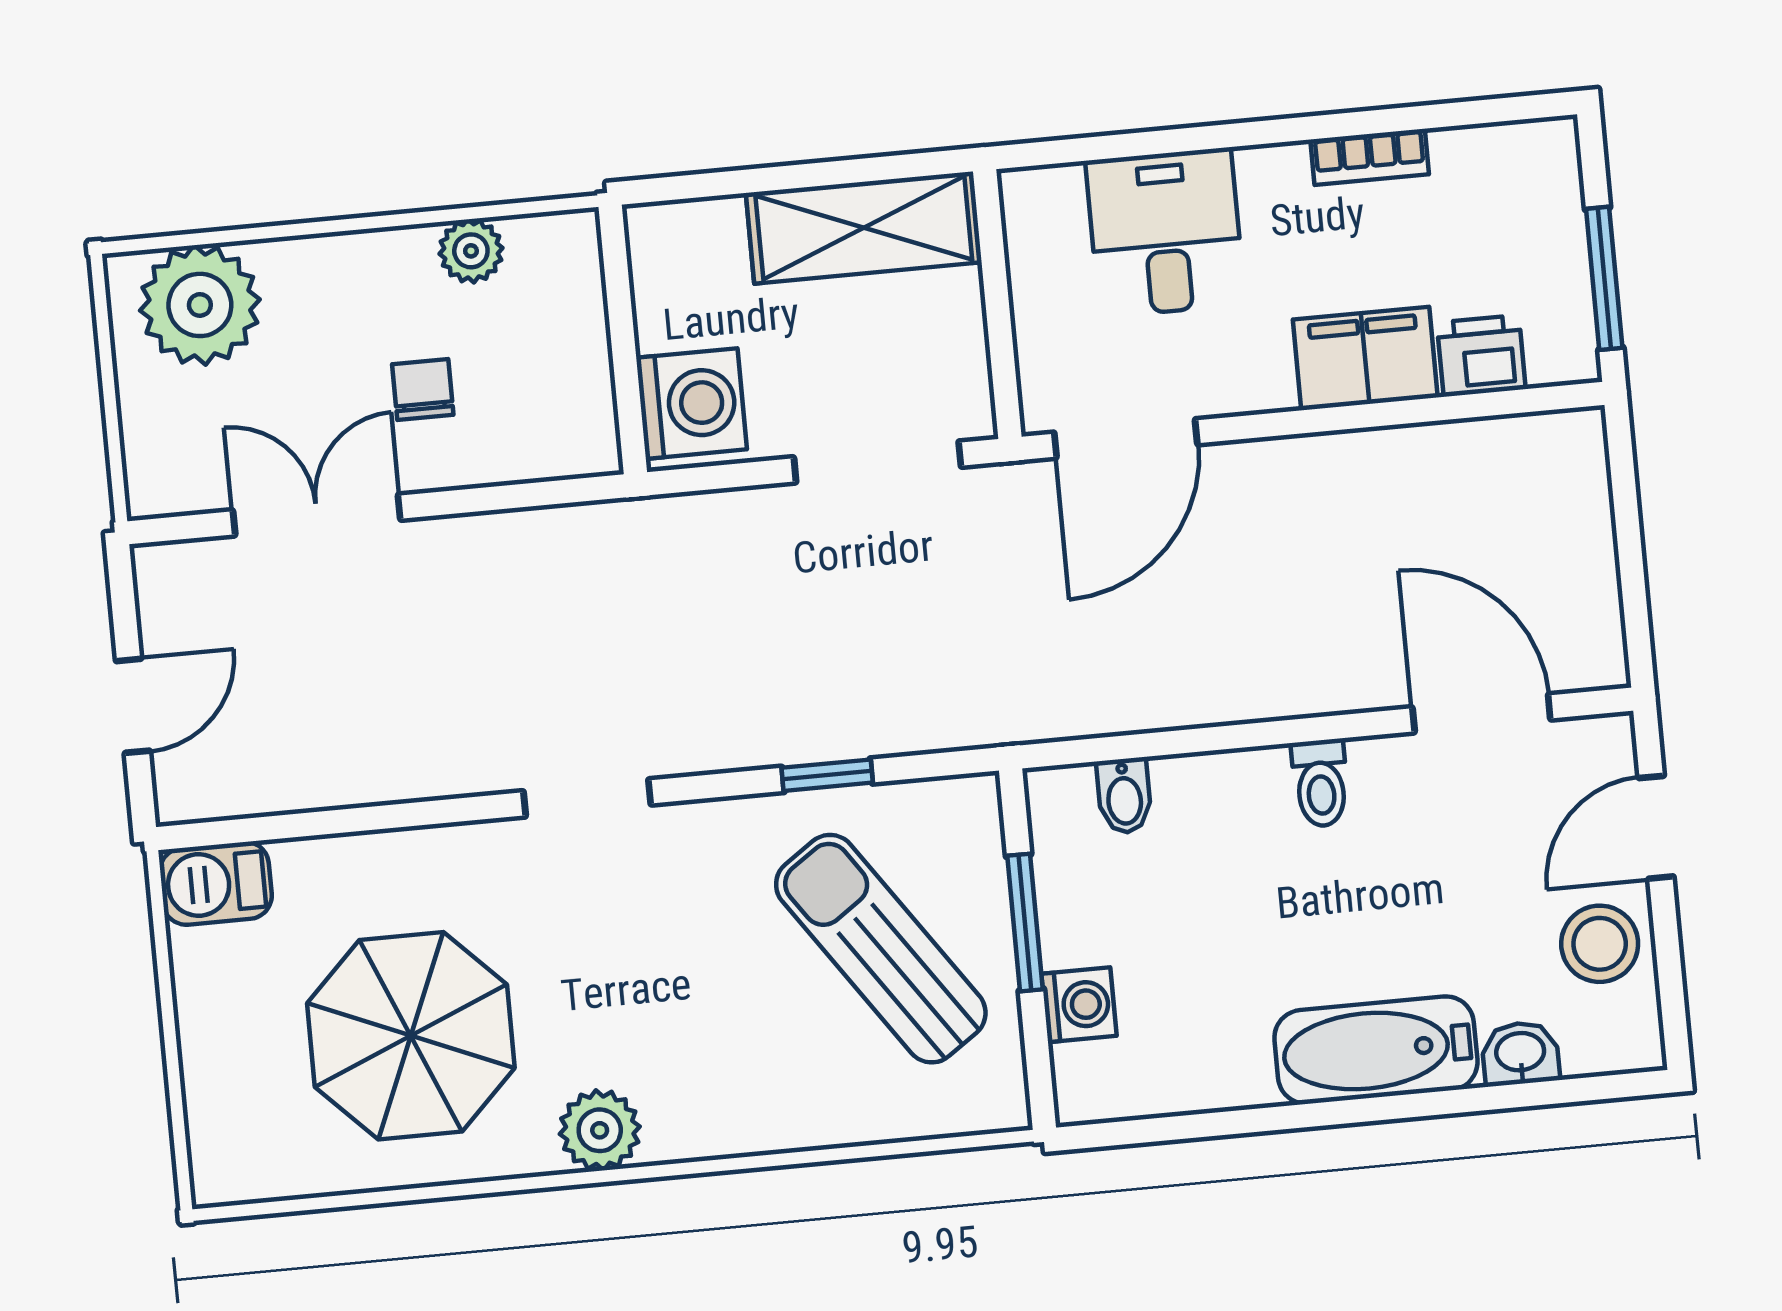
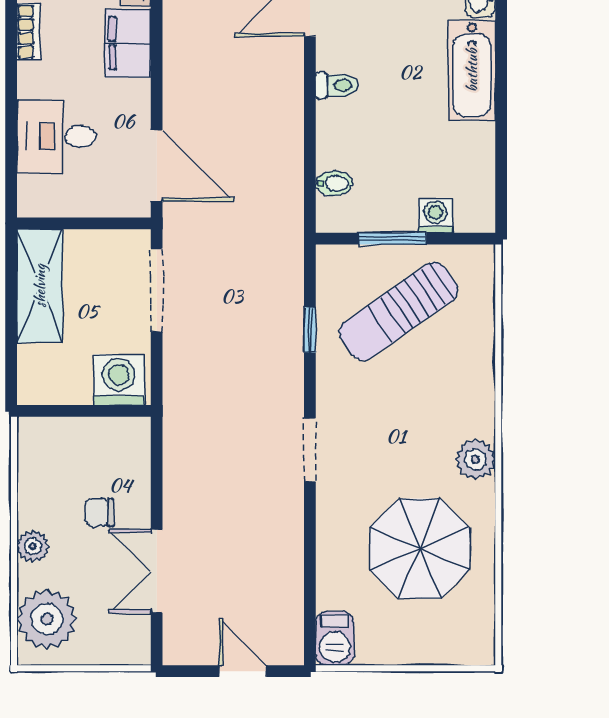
plant: (471, 251) -> (33, 546), moved

